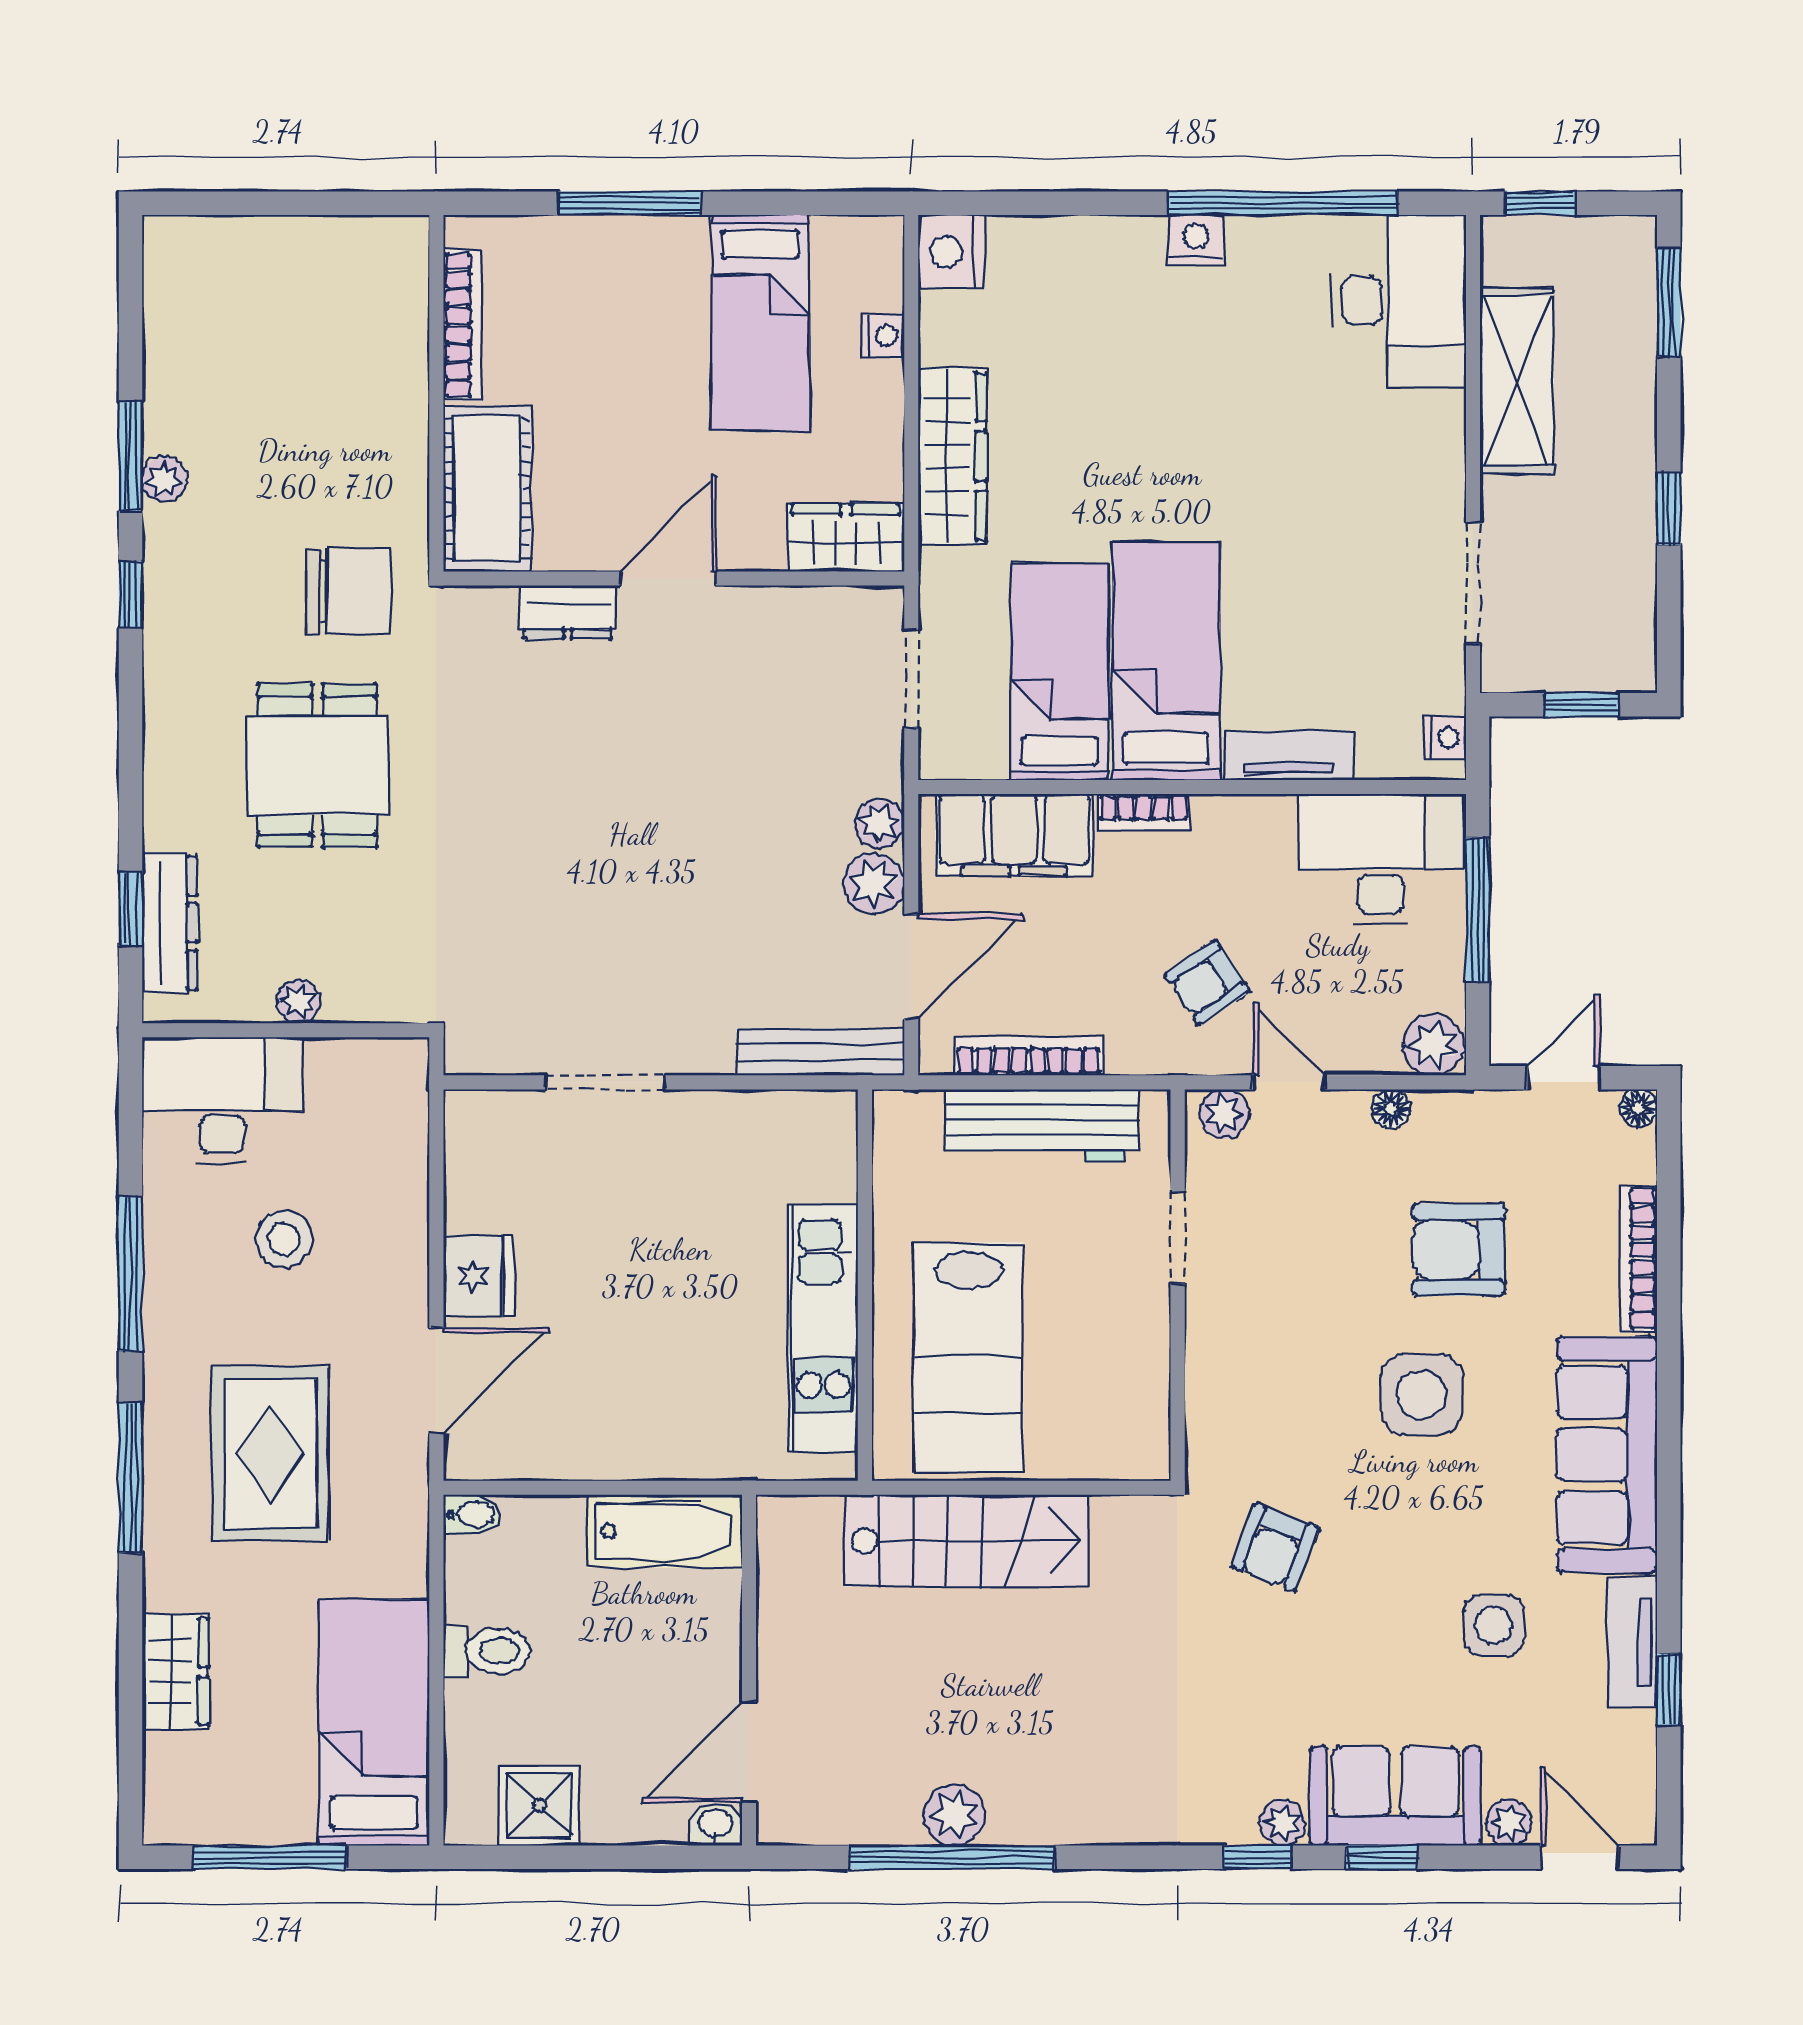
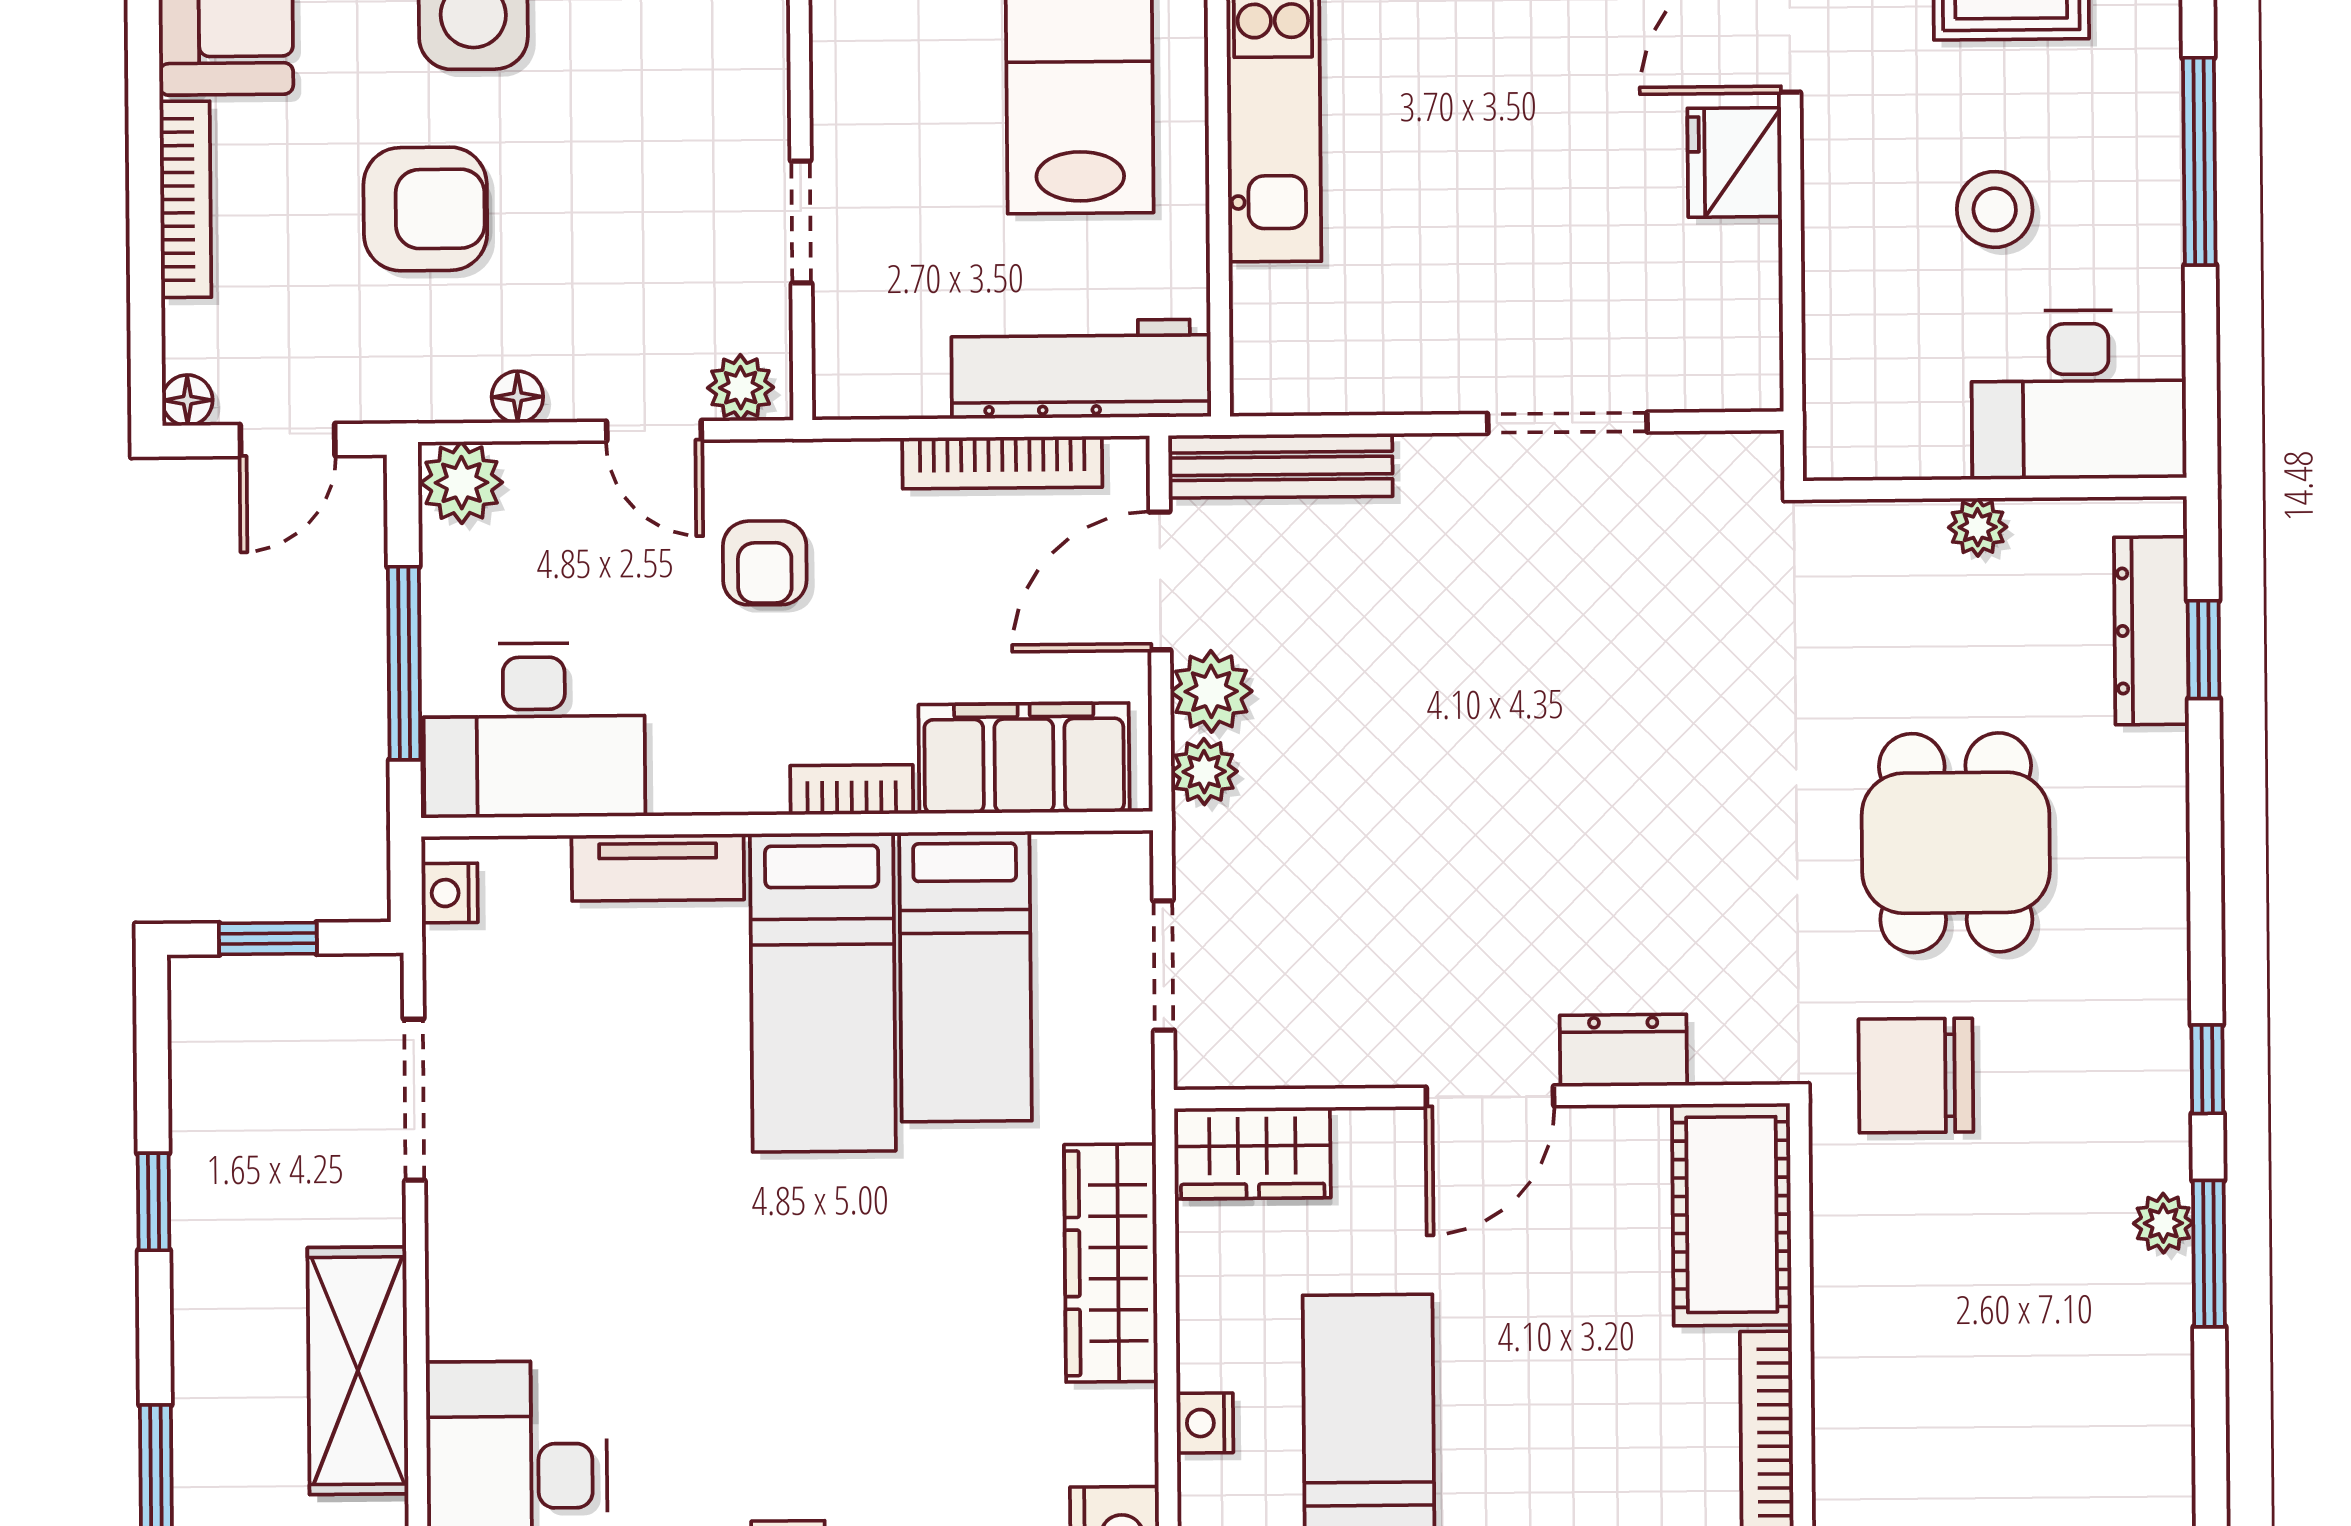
armchair: (1207, 983) -> (765, 563), turned 124
workbench: (1042, 1126) -> (1081, 369), moved

